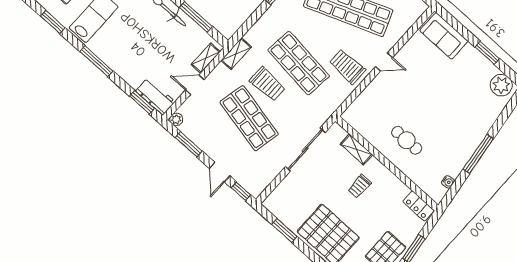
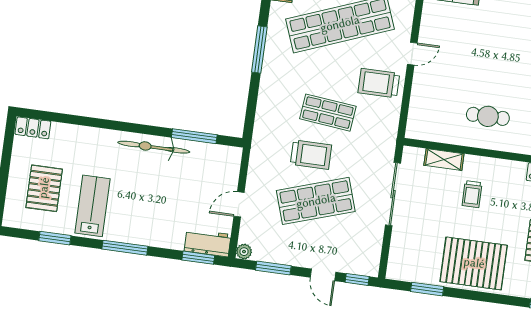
shelving: (236, 54) -> (259, 145), removed
shelving: (206, 58) -> (232, 171), removed
shop shelf: (299, 63) -> (328, 113), width x0.70, depth x0.74
shop shelf: (249, 118) -> (316, 201), turned -30

